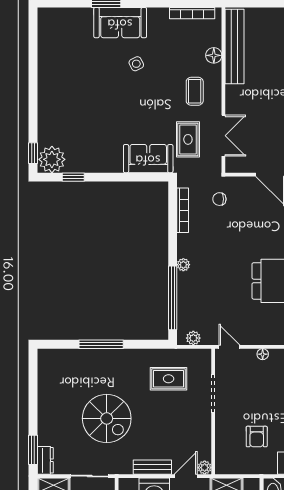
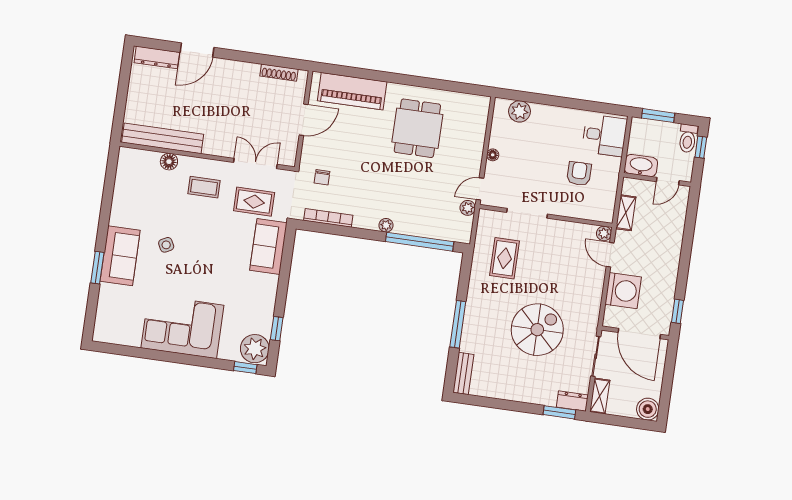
bookcase: (192, 13) -> (121, 178), removed
corner sofa: (63, 90) -> (182, 327), added
plant: (193, 338) -> (468, 208), moved
armchair: (257, 437) -> (579, 174), turned -90
bench: (152, 467) -> (463, 373), moved

